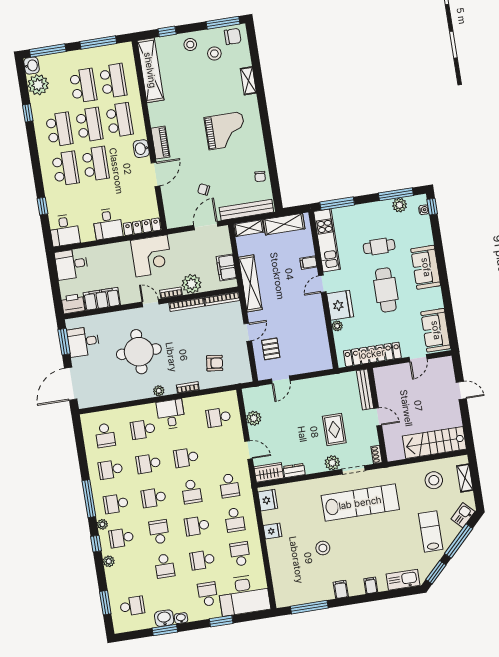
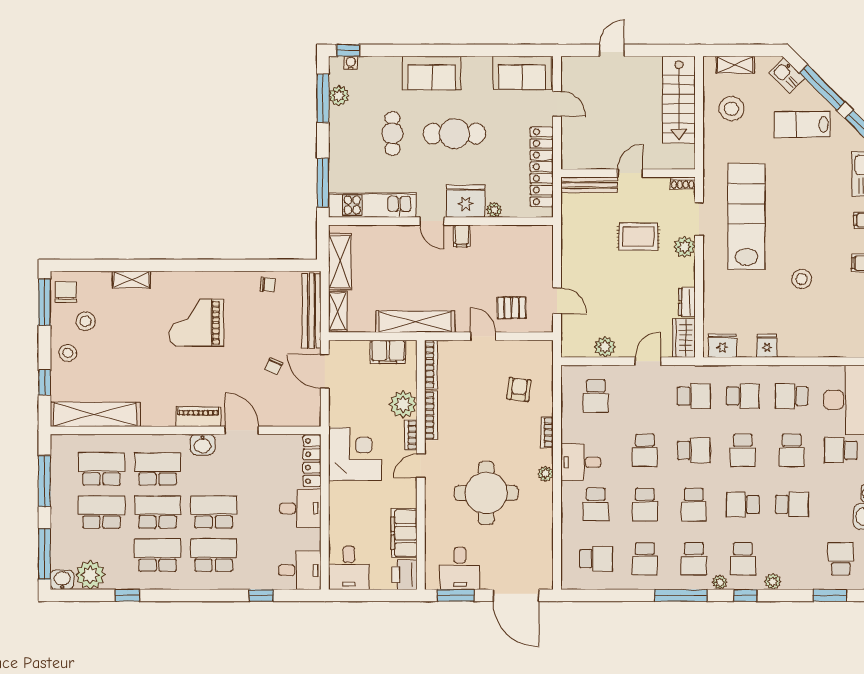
grand piano: (225, 131) -> (196, 323), turned -90
filing cabinet: (308, 263) -> (462, 236), moved

